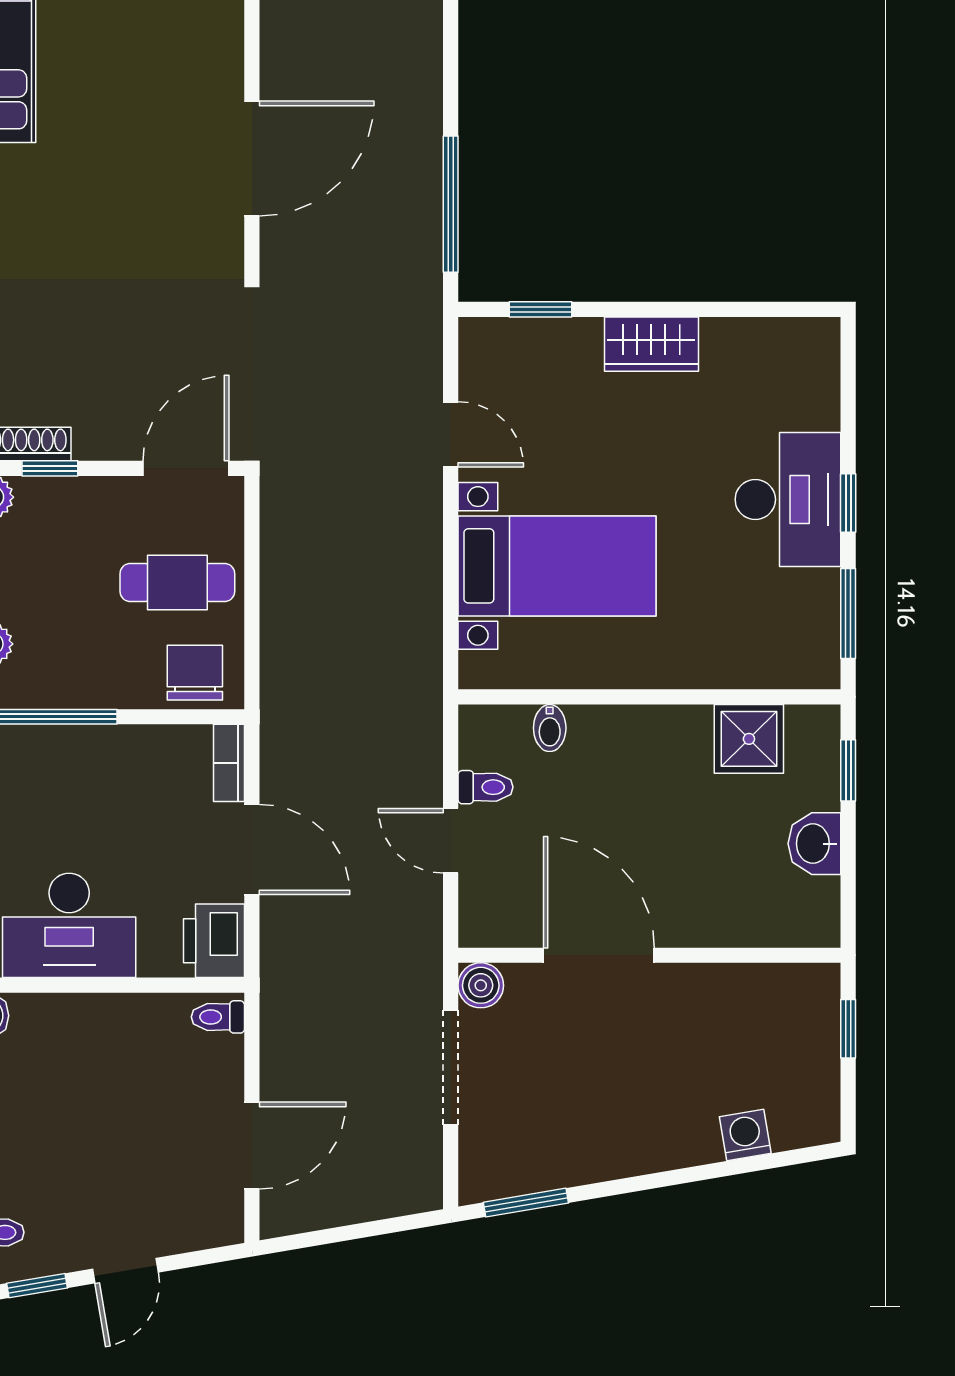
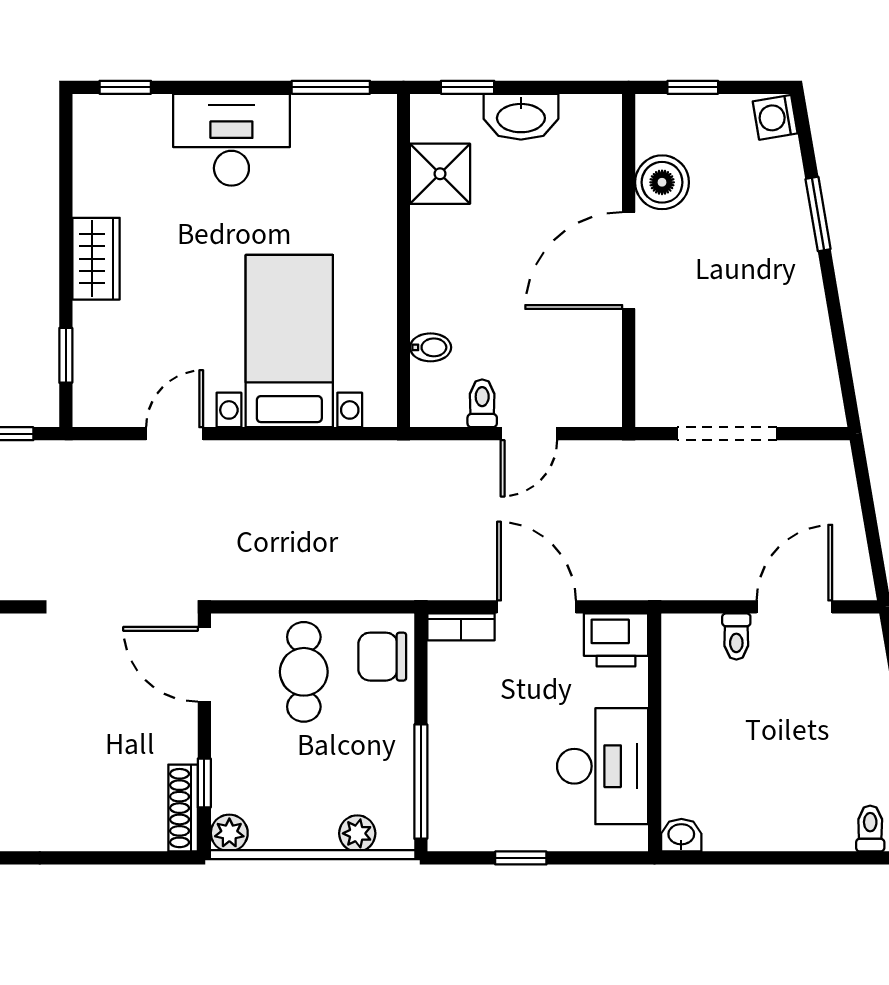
window: (848, 503) -> (125, 87), moved
washbasin: (814, 844) -> (521, 117), width x1.38
door: (252, 849) -> (536, 607), hinge flipped
door: (599, 955) -> (629, 261), moved
boiler: (481, 985) -> (662, 182), moved, width x1.36, depth x1.36
toilet: (218, 1017) -> (736, 636), moved
washing machine: (745, 1135) -> (775, 117), moved
door: (252, 1146) -> (794, 607), hinge flipped
window: (526, 1203) -> (818, 214), moved

